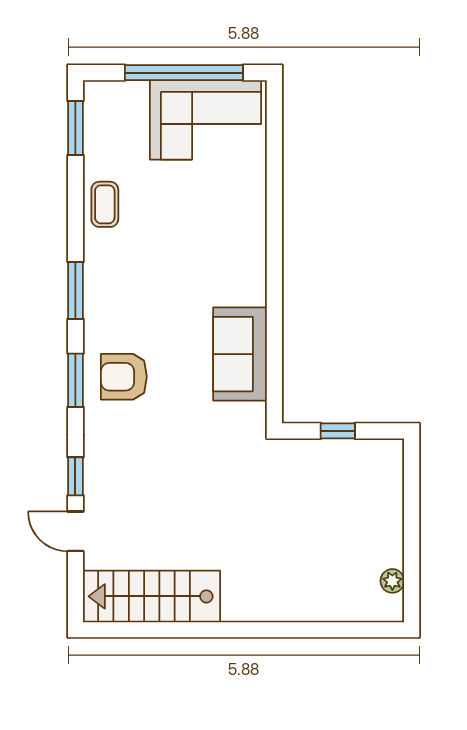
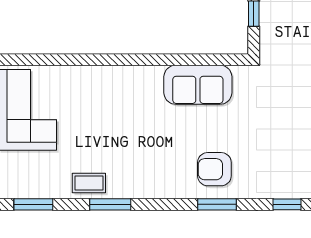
window: (75, 290) -> (110, 204), moved
armchair: (124, 377) -> (214, 169), turned 90

